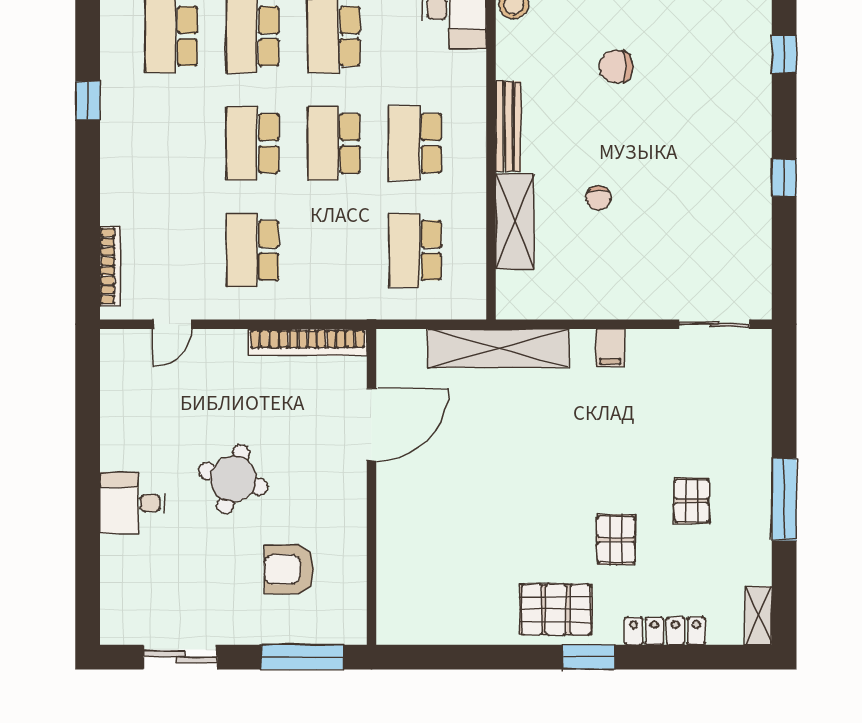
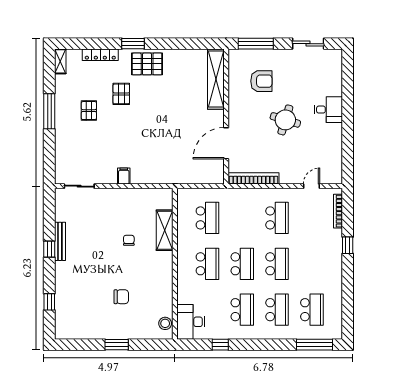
window: (88, 101) -> (348, 245), moved
bench: (508, 126) -> (60, 241), moved
shelving: (498, 348) -> (216, 79), moved, turned 90

